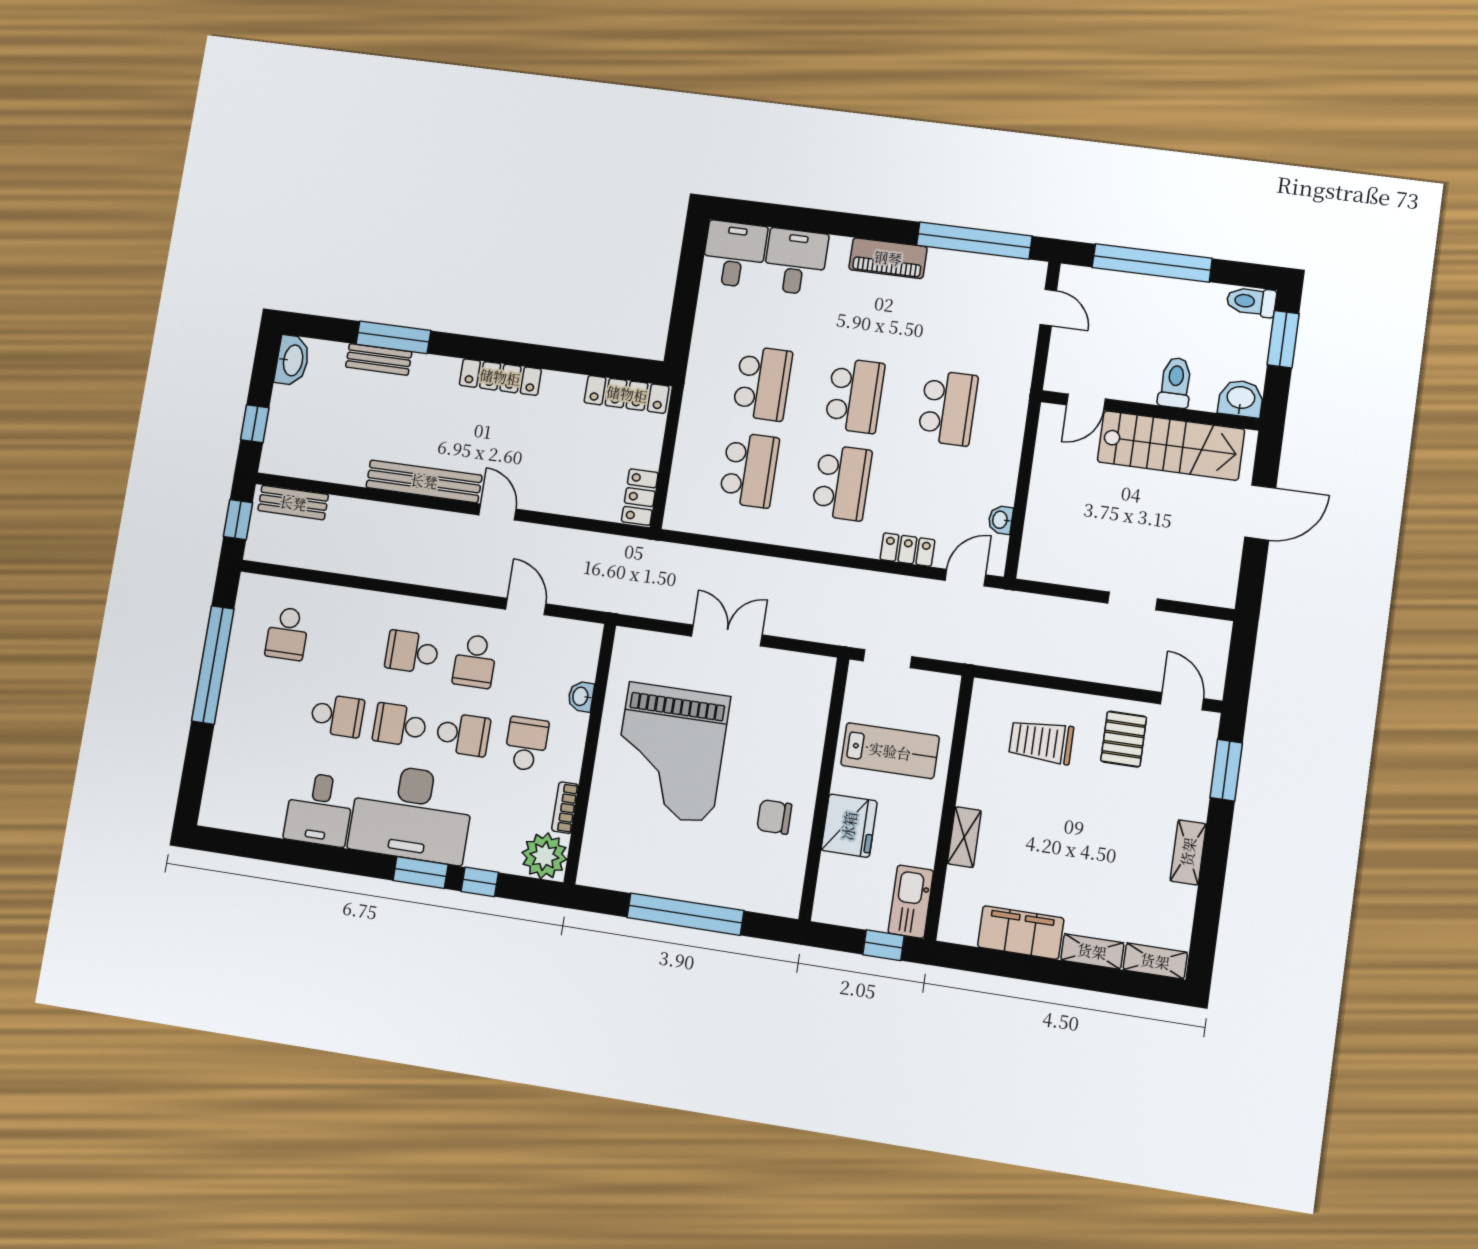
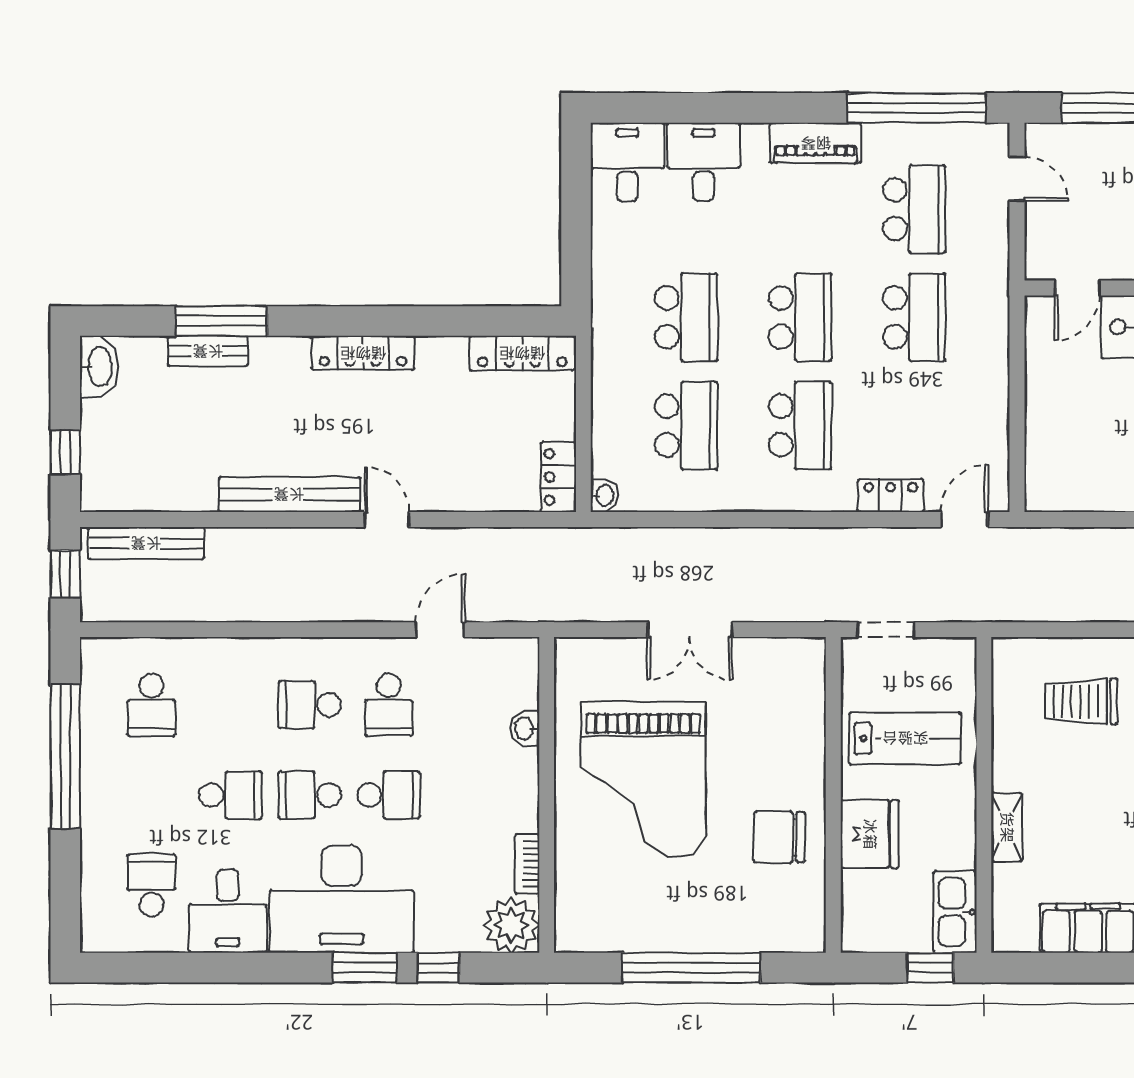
school desk: (960, 321) -> (914, 209), added
bench: (293, 503) -> (146, 543), width x1.36
washbasin: (1001, 520) -> (604, 495), moved, turned 180
door: (526, 607) -> (440, 630), hinge flipped
double door: (727, 636) -> (690, 630), swing flipped
school desk: (526, 744) -> (151, 885), moved
chair: (774, 817) -> (779, 837), width x1.37, depth x1.37

